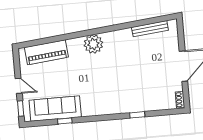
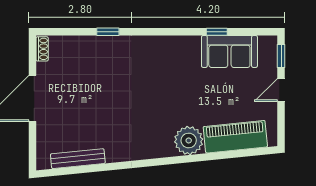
plant: (93, 44) -> (189, 140), moved
door: (19, 86) -> (281, 90), hinge flipped
sofa: (55, 109) -> (229, 51), width x0.73

